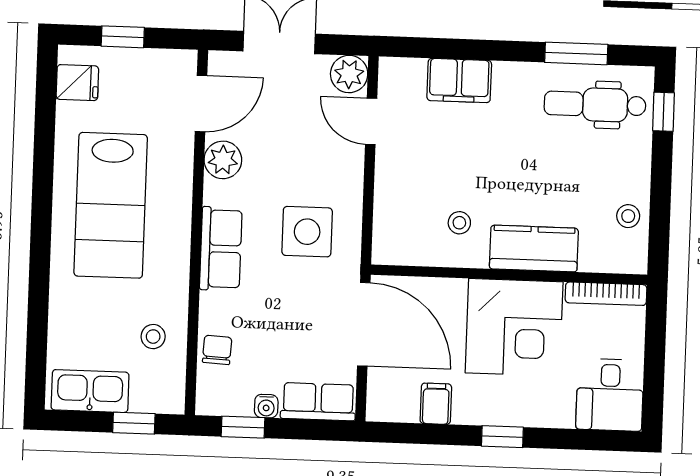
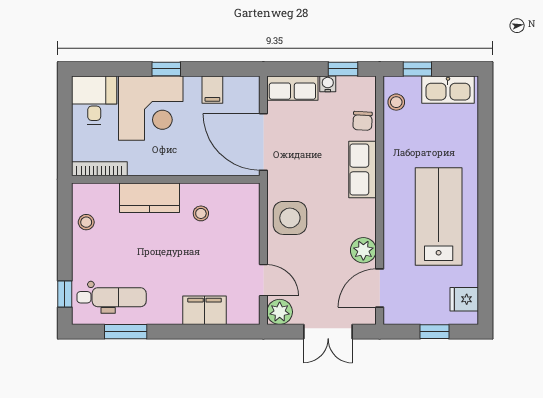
side table: (307, 232) -> (290, 218), moved
row of seats: (221, 249) -> (363, 170), moved
corner desk: (514, 327) -> (151, 108), moved, turned 180
stool: (153, 337) -> (396, 102), moved

